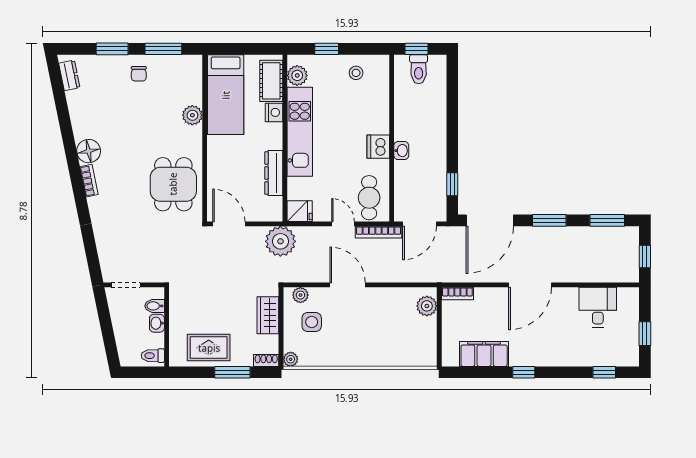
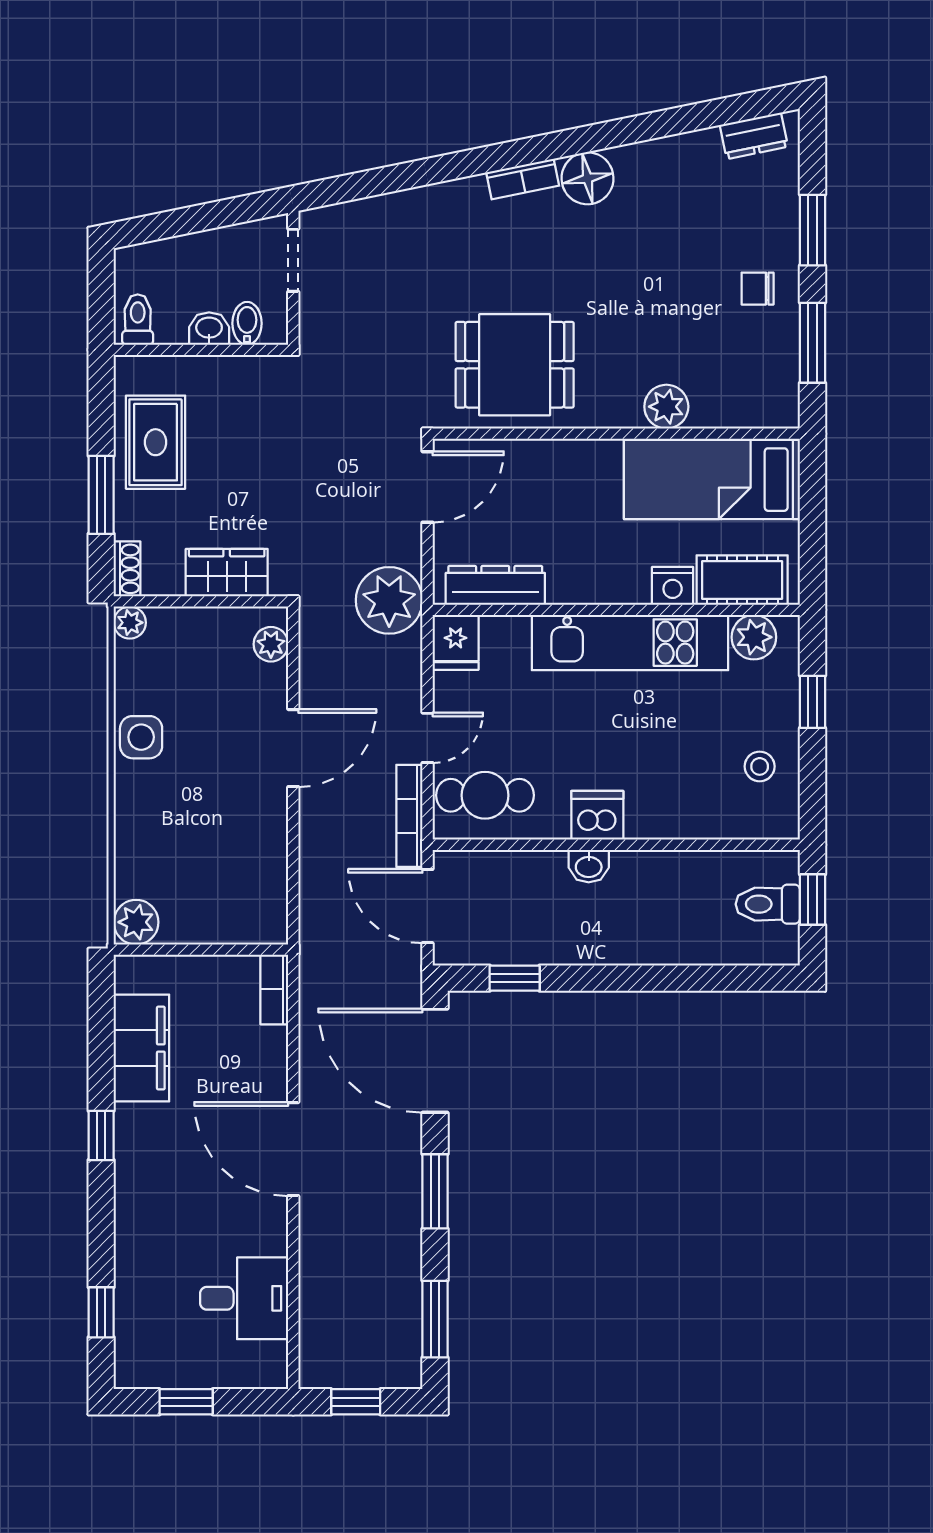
dresser: (274, 173) -> (495, 585), moved
plant: (427, 306) -> (136, 922), moved
side table: (312, 322) -> (141, 737), moved

